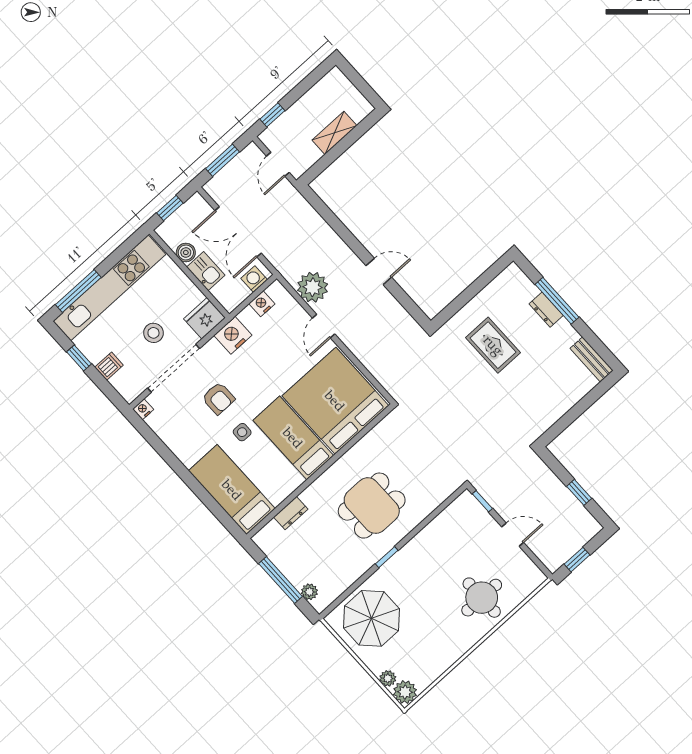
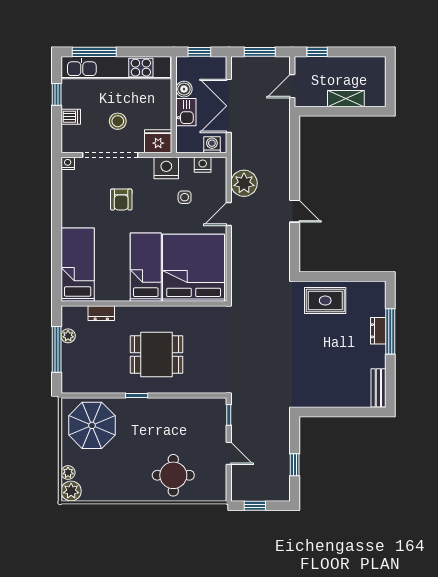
rug: (493, 345) -> (325, 301), moved, turned 90
side table: (242, 432) -> (185, 197), moved
plant: (309, 592) -> (68, 336), moved

